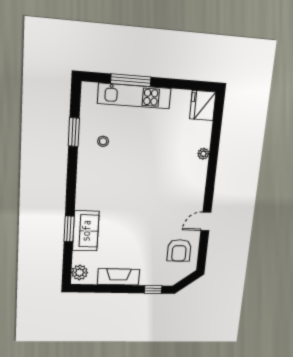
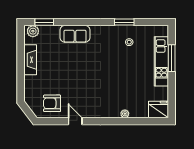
window: (74, 132) -> (124, 22), moved
window: (69, 229) -> (44, 22), moved
sofa: (86, 231) -> (75, 34), moved
window: (153, 289) -> (21, 86), removed

